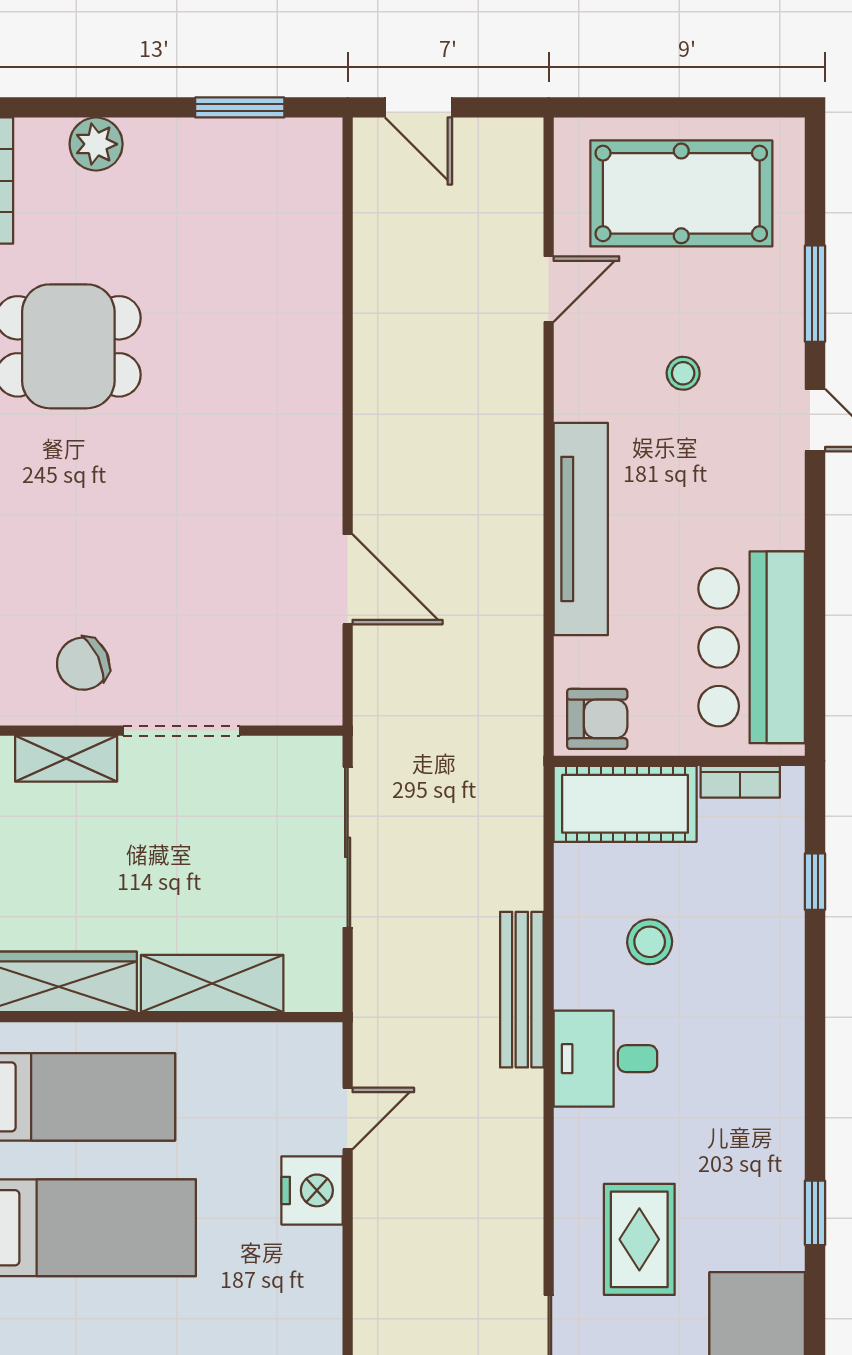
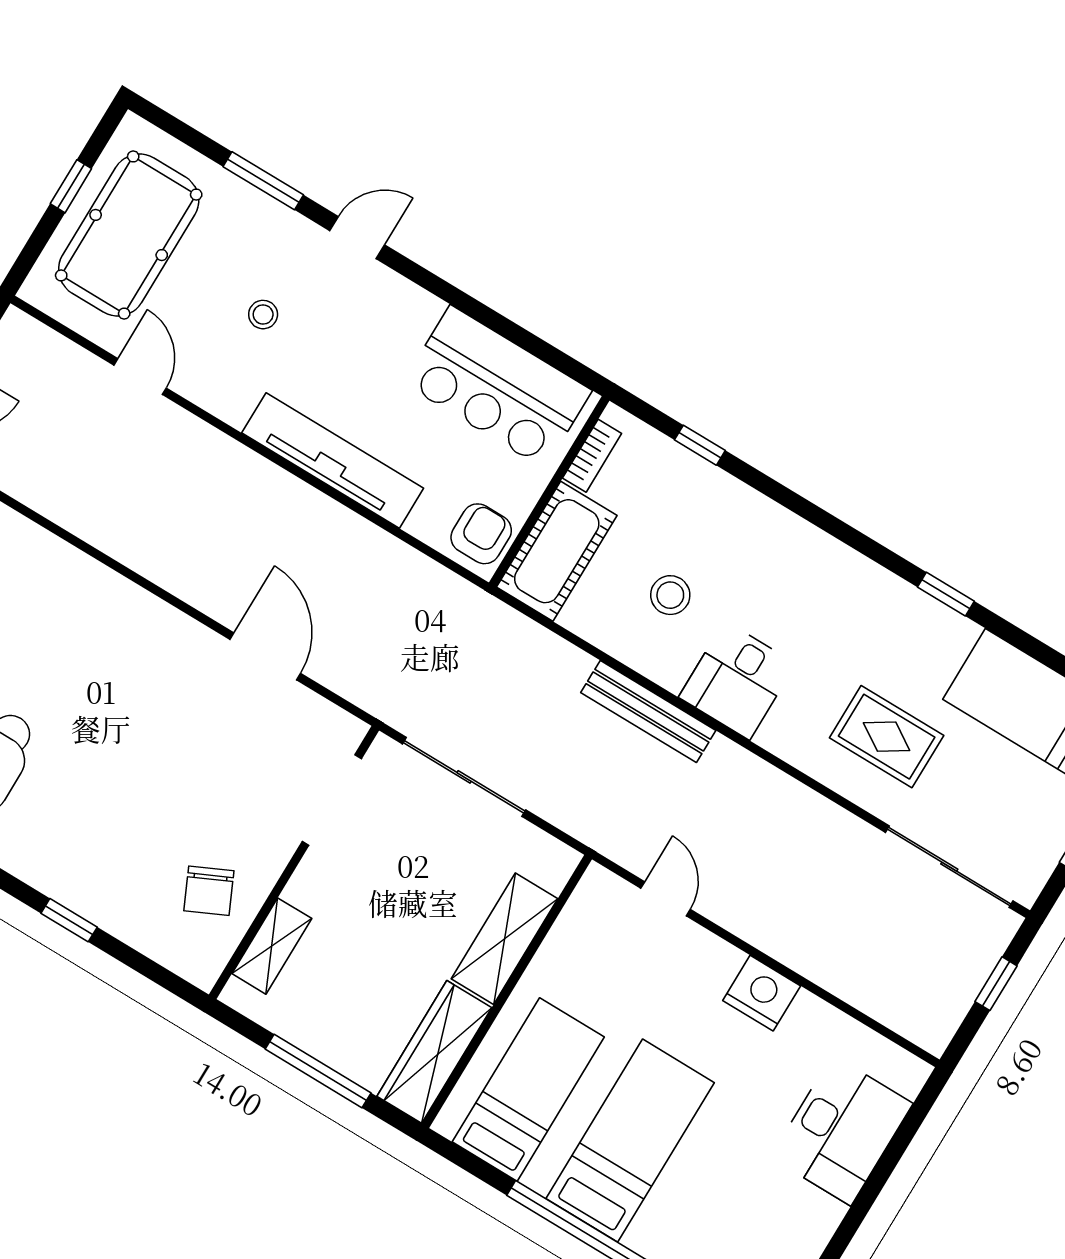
window: (695, 107) -> (71, 186), added
door: (348, 579) -> (265, 656), hinge flipped
doorway: (181, 731) -> (332, 800), moved
nightstand: (312, 1190) -> (762, 993), moved

